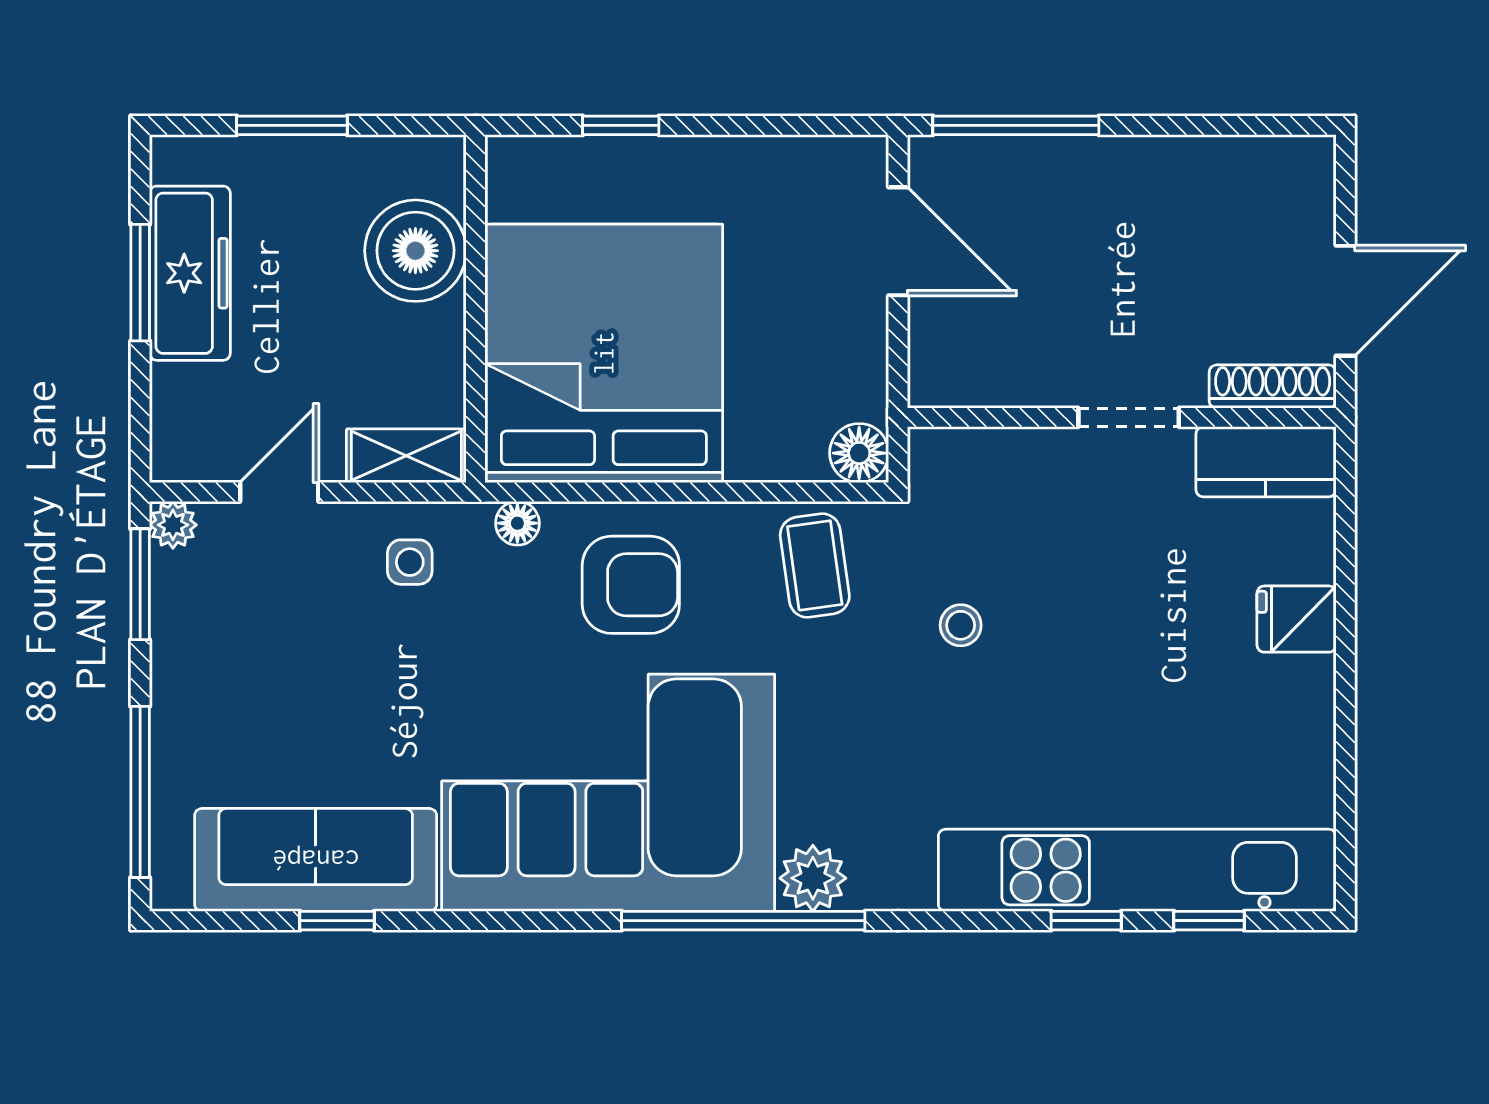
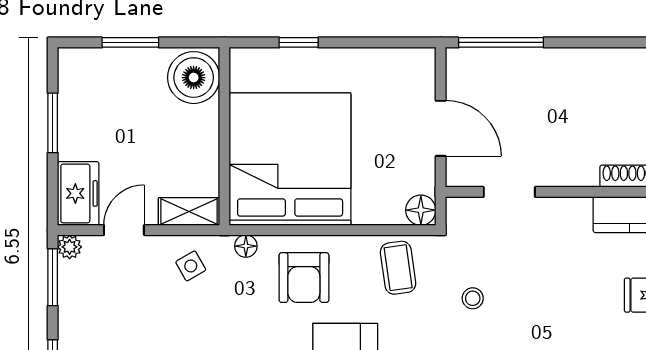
door: (898, 241) -> (441, 128), moved
boiler: (415, 251) -> (194, 78), moved
freezer: (190, 273) -> (78, 193), moved, width x0.71
doorway: (1129, 417) -> (509, 192), moved
side table: (410, 562) -> (191, 266), turned -30
armchair: (631, 585) -> (304, 278), turned 90

